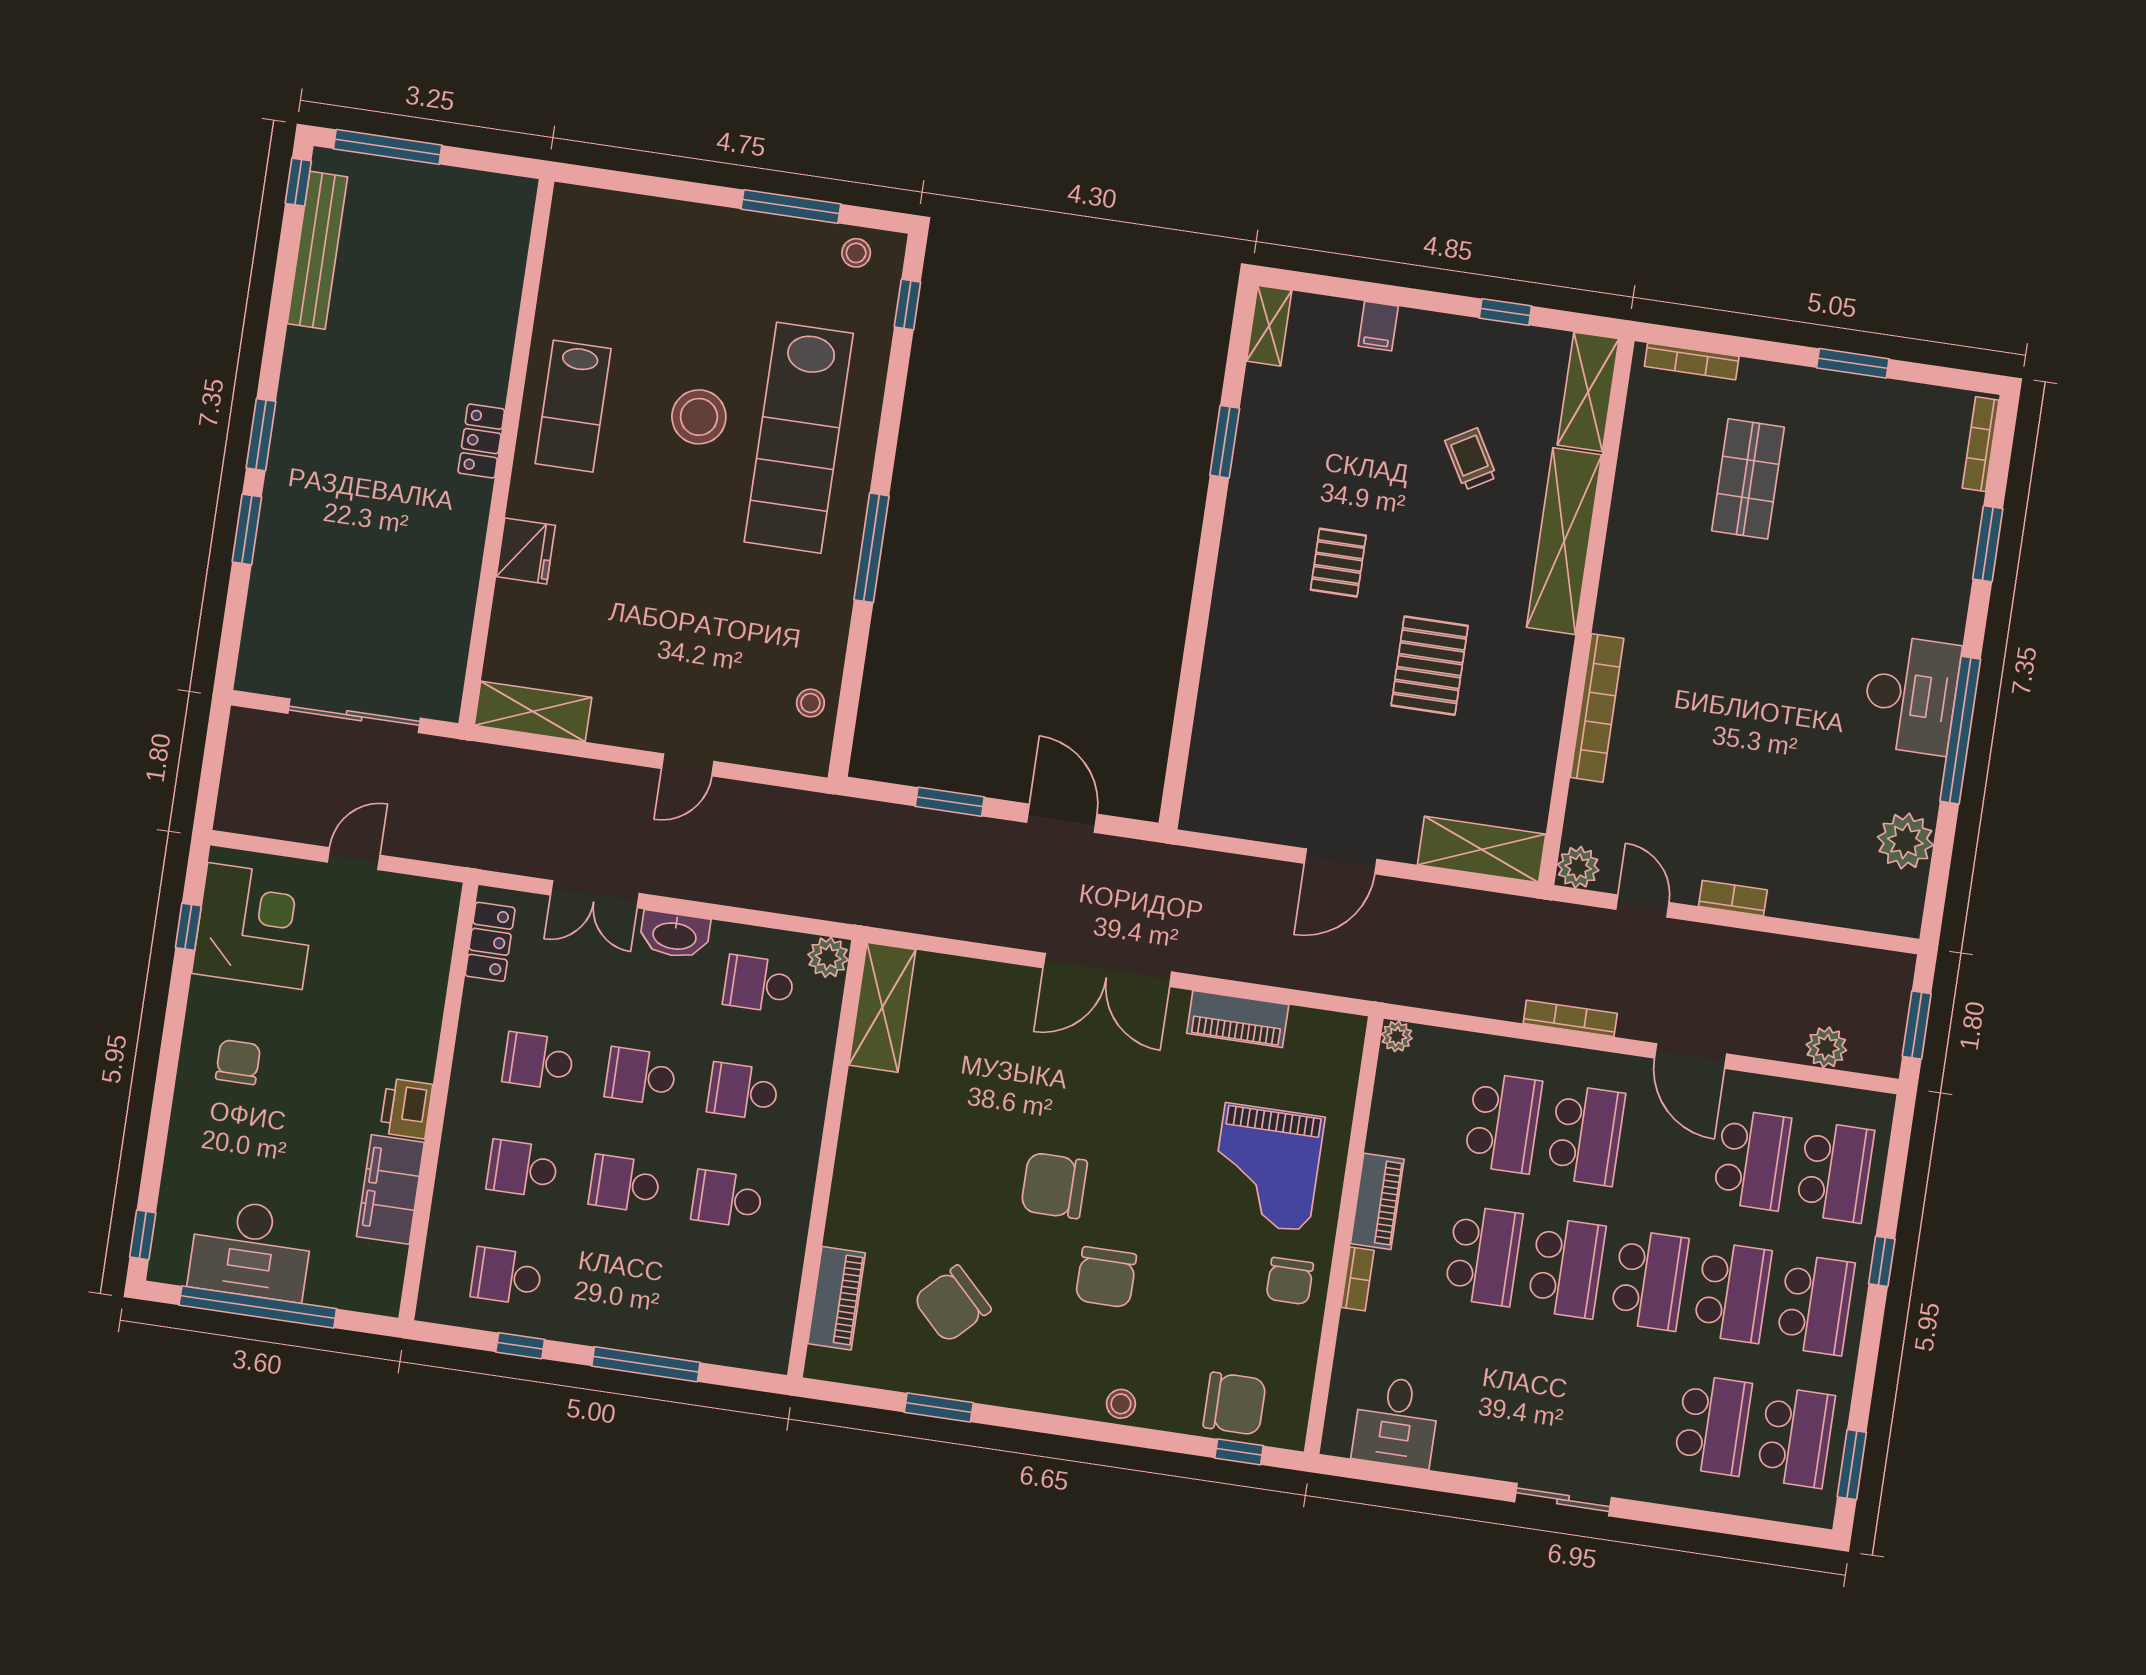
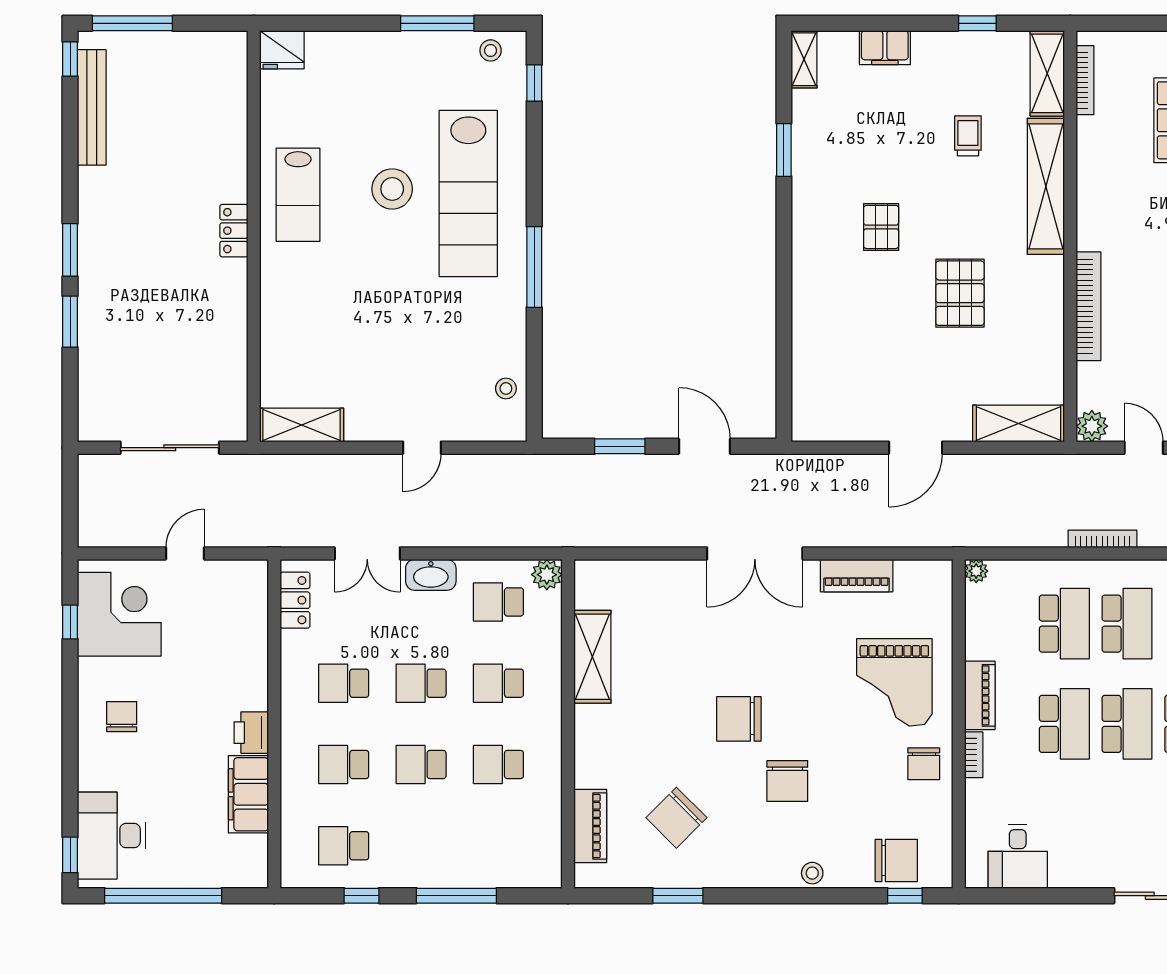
filing cabinet: (1378, 326) -> (885, 48), width x2.00
bookcase: (1692, 361) -> (1085, 80), moved, turned -90
trolley: (1471, 459) -> (968, 136), turned 30
fridge: (526, 551) -> (282, 50), moved, turned 90
shelving: (882, 1007) -> (592, 657), moved
desk: (251, 1250) -> (112, 836), moved, turned 90

